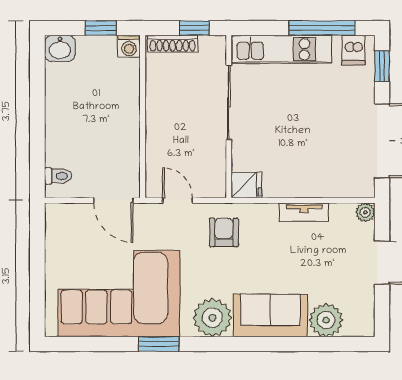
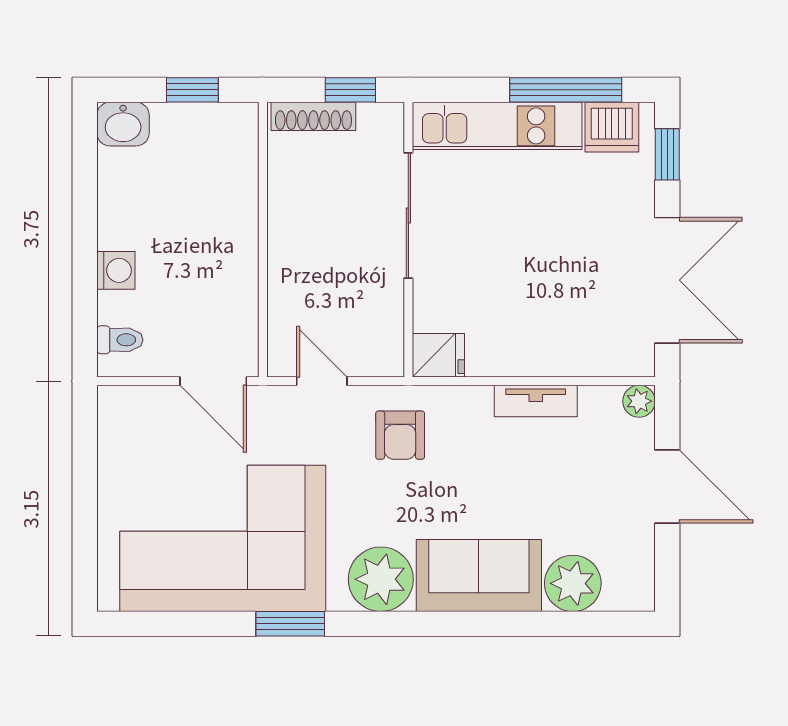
washing machine: (129, 46) -> (116, 270), moved, turned -90
dishwasher: (354, 50) -> (612, 127), width x1.38
armchair: (224, 232) -> (400, 435), turned 180

